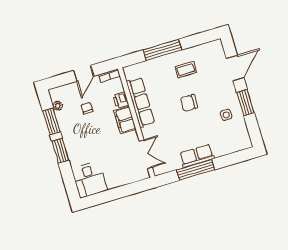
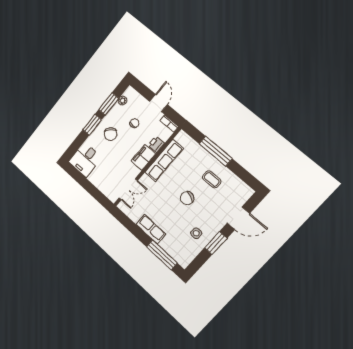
door: (84, 73) -> (158, 103), swing flipped
chair: (189, 103) -> (187, 198), turned -66
chair: (82, 138) -> (111, 134), added
window: (196, 170) -> (162, 255), moved

